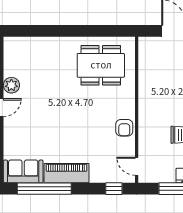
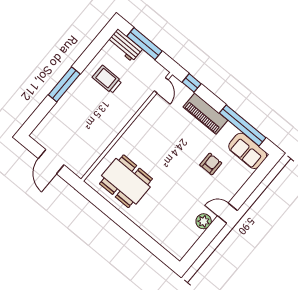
armchair: (124, 128) -> (211, 164), moved
piano: (67, 173) -> (205, 114), moved

